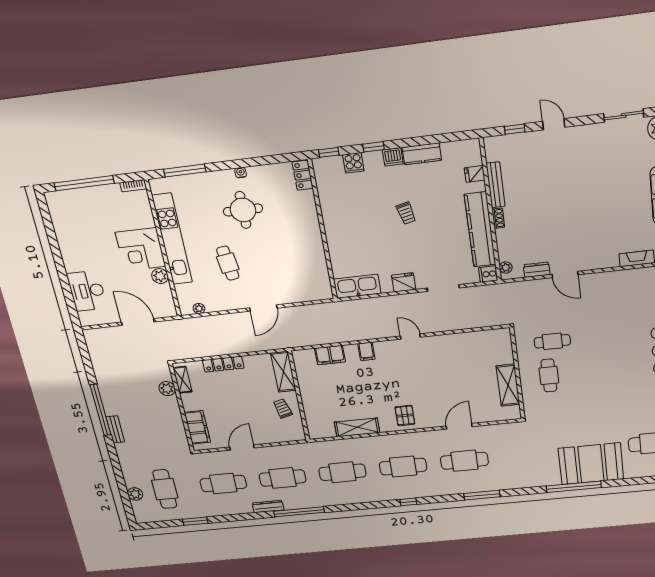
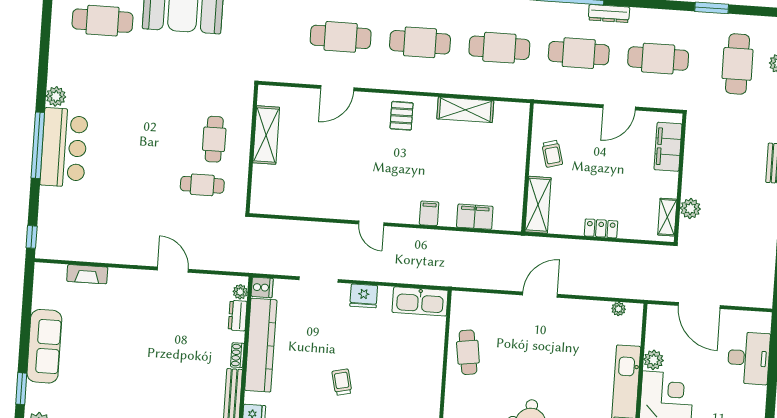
cafe table: (228, 263) -> (468, 352), moved
dresser: (537, 270) -> (238, 316), moved, turned 90
locker: (223, 364) -> (601, 228), width x0.66

